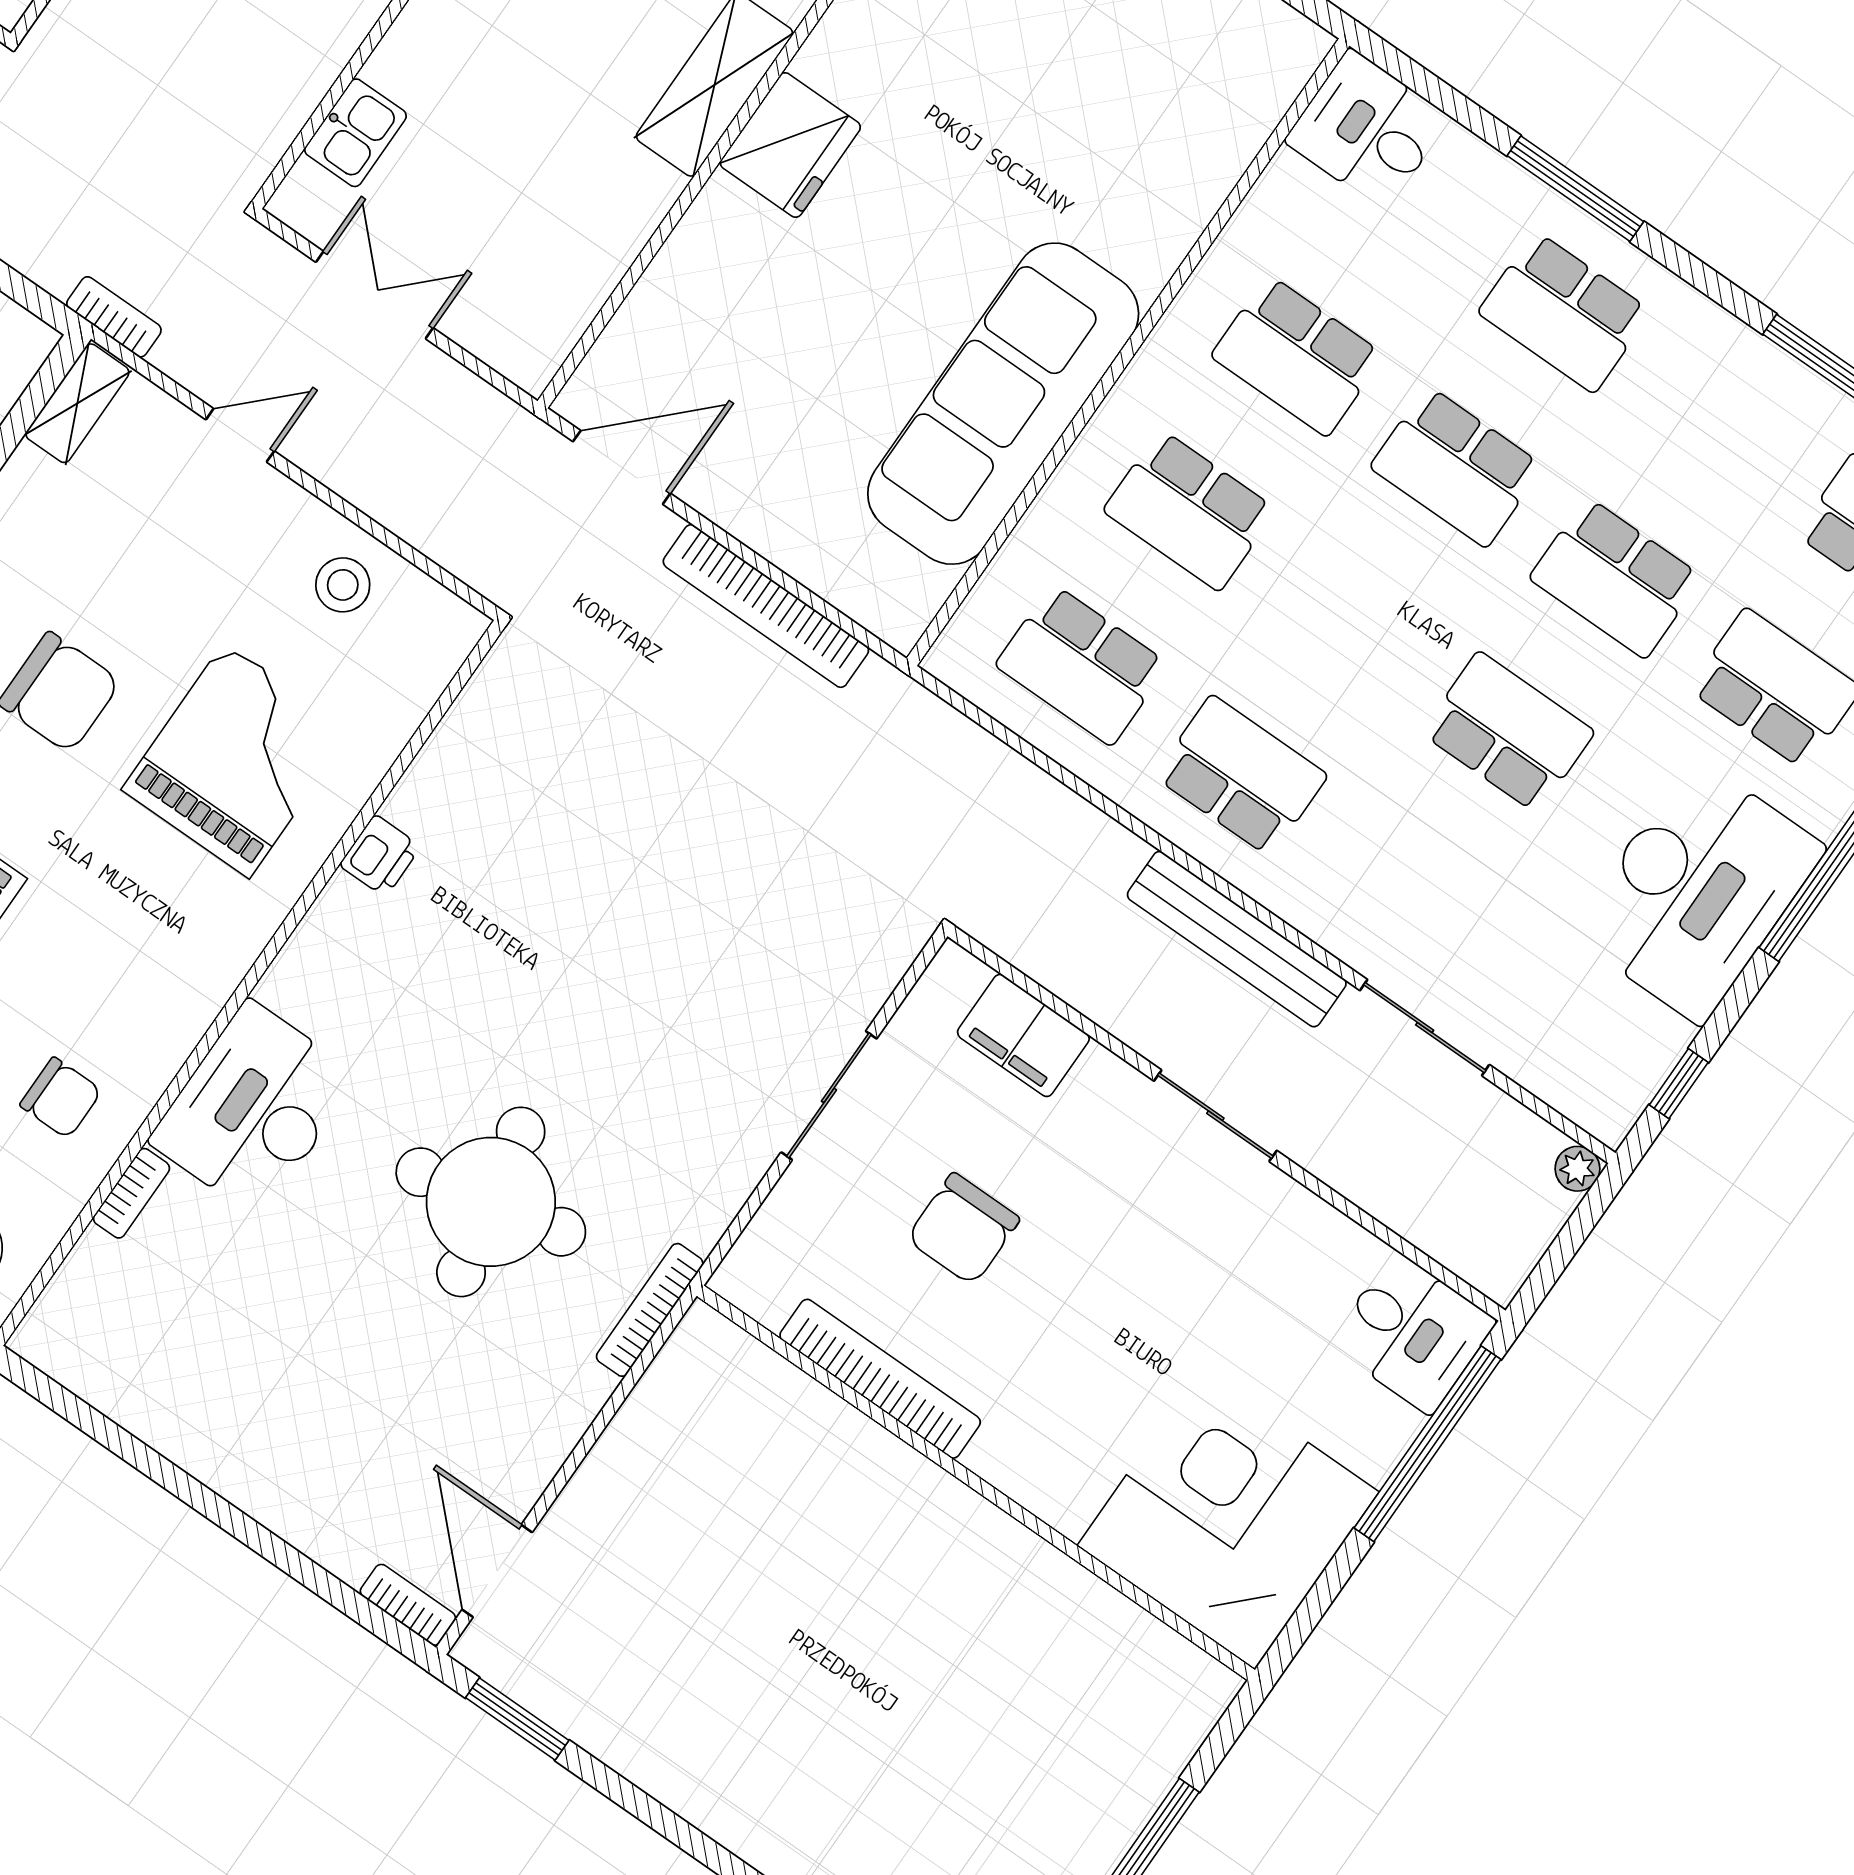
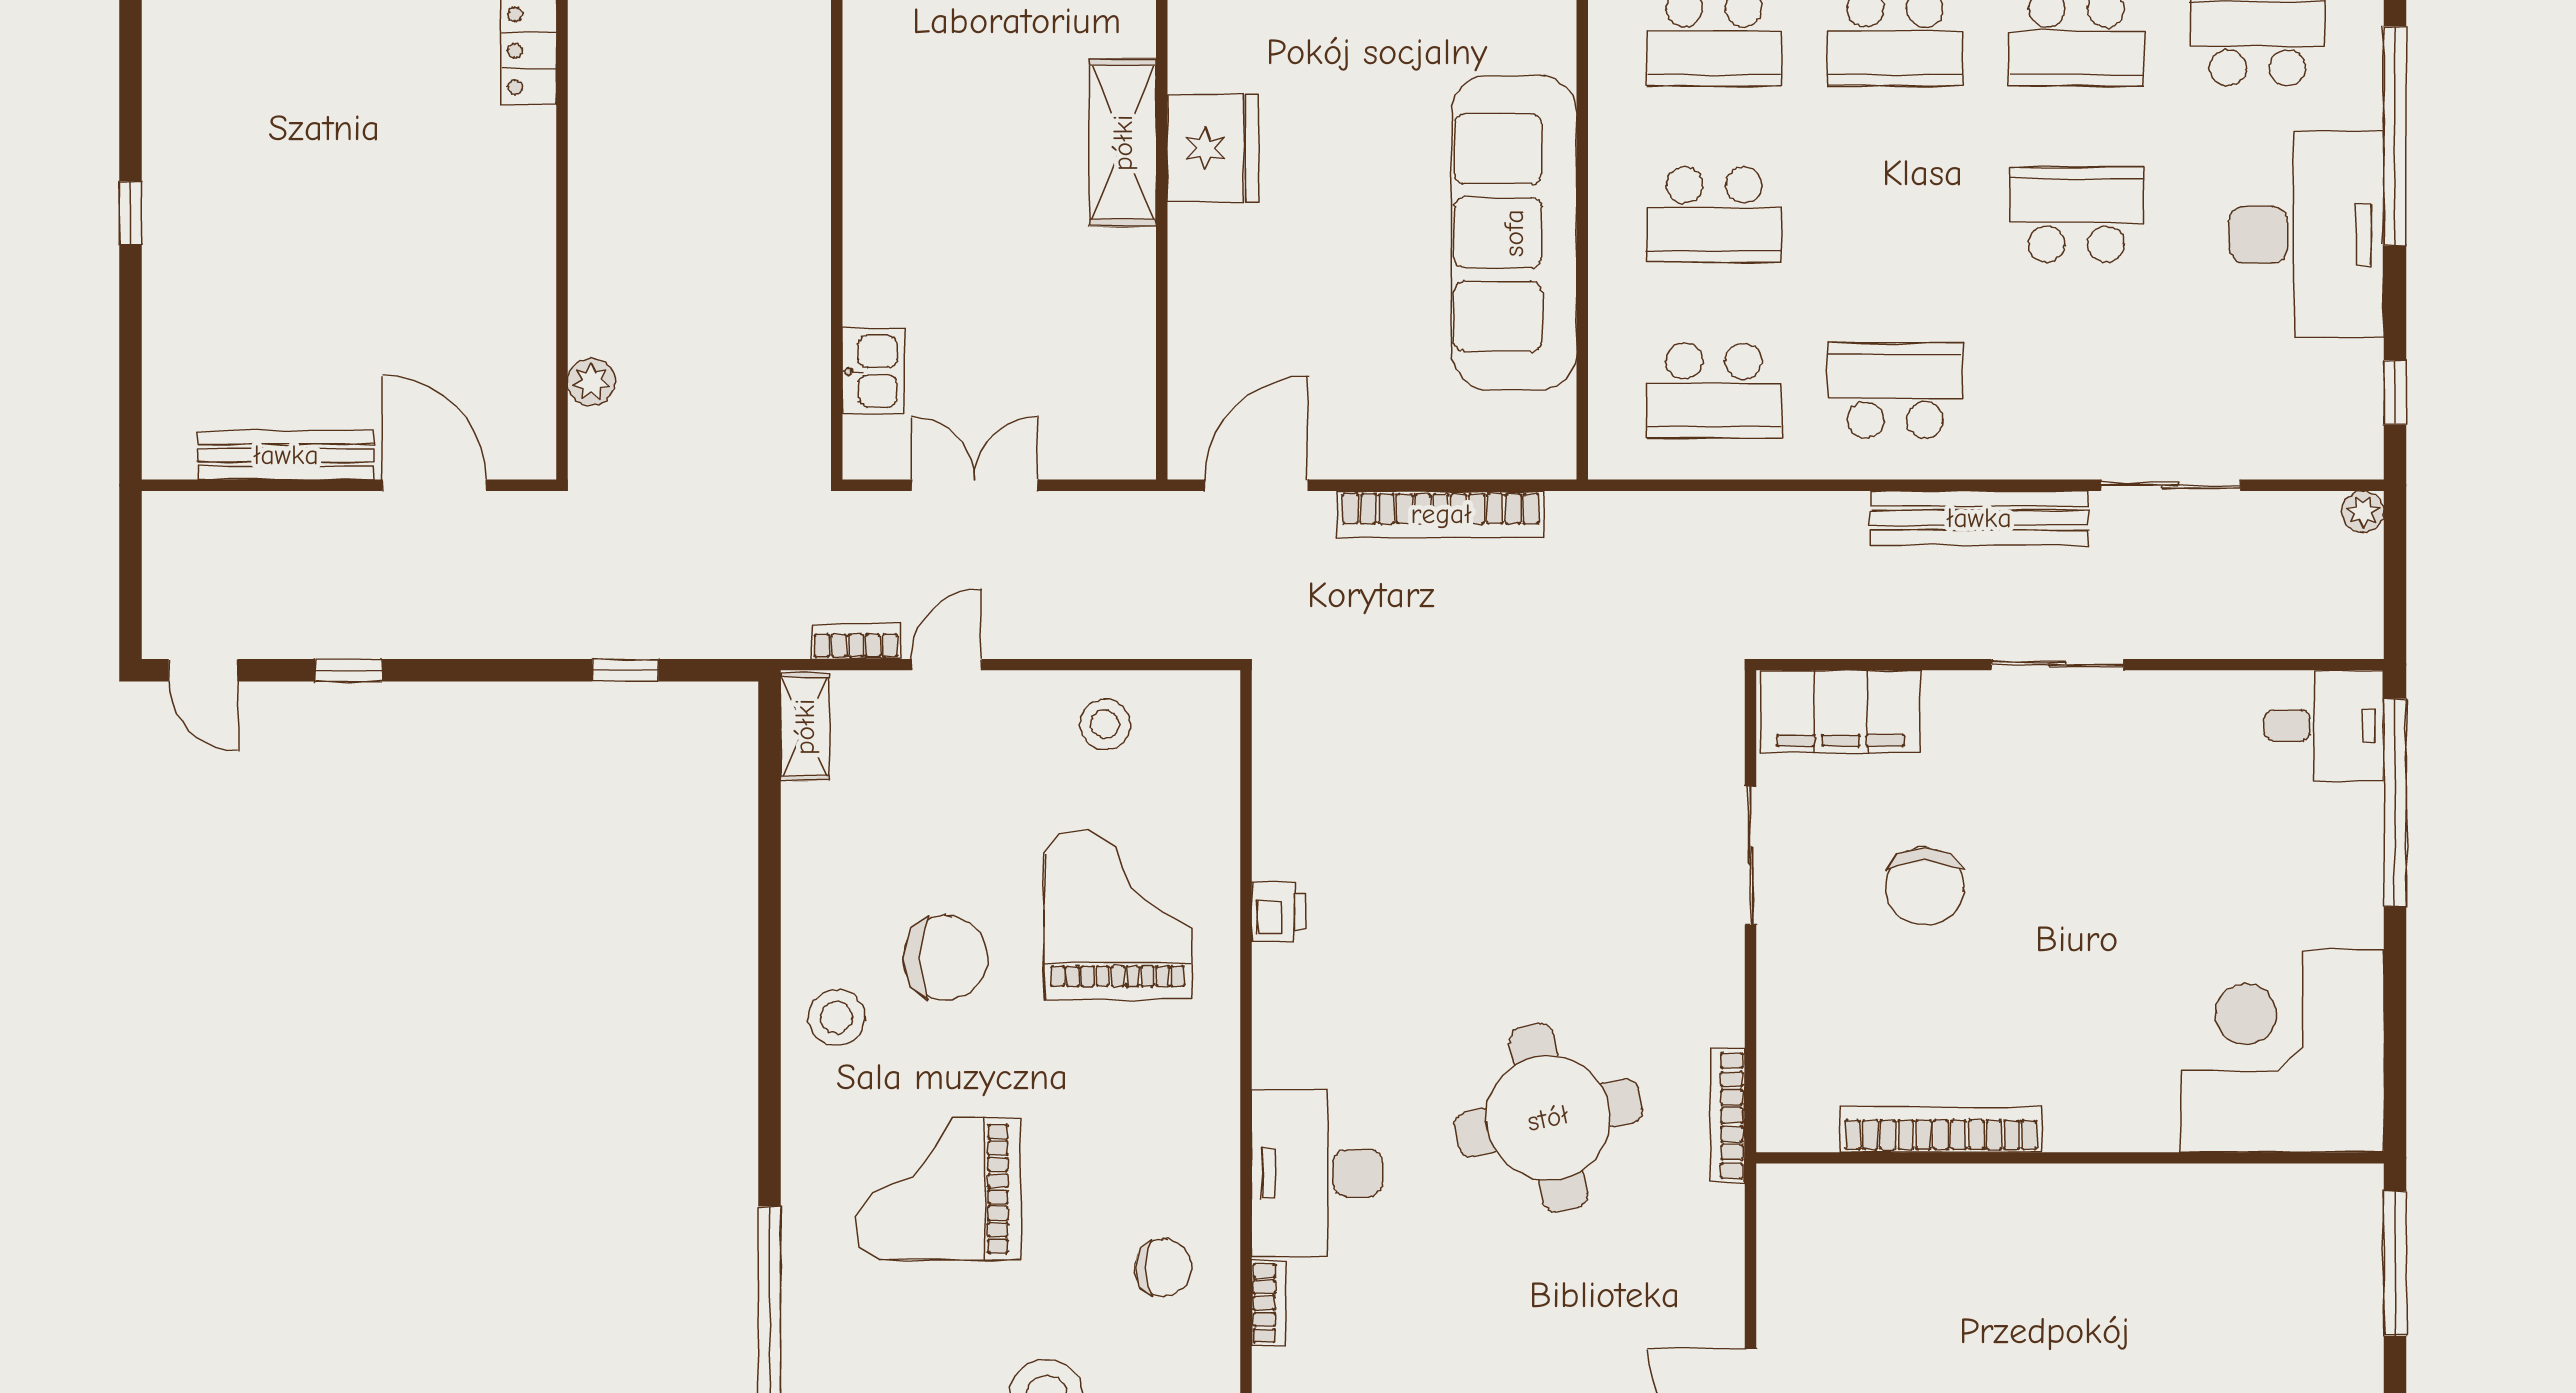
bookcase: (114, 317) -> (856, 641), moved
filing cabinet: (1023, 1035) -> (1841, 712), width x1.50, depth x1.17
bookcase: (880, 1379) -> (1941, 1129), moved
wall: (976, 1483) -> (2070, 1158), moved
corner desk: (1228, 1519) -> (2282, 1051), moved

